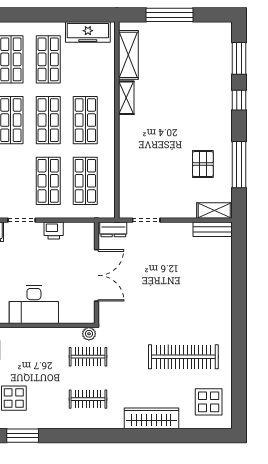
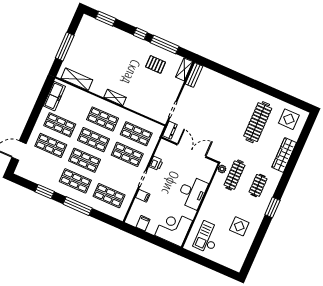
shelving: (126, 98) -> (115, 97), moved
window: (239, 100) -> (140, 34), moved
clothes rail: (88, 357) -> (234, 175), width x1.36
window: (23, 436) -> (272, 208), moved

